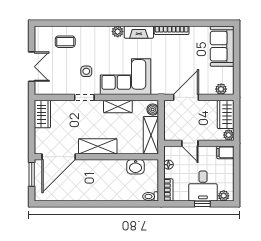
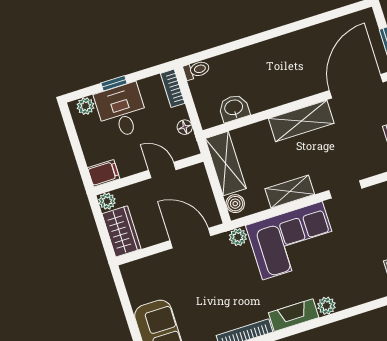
side table: (86, 71) -> (355, 230), removed
plant: (221, 89) -> (238, 237), moved
door: (186, 97) -> (190, 238), swing flipped

